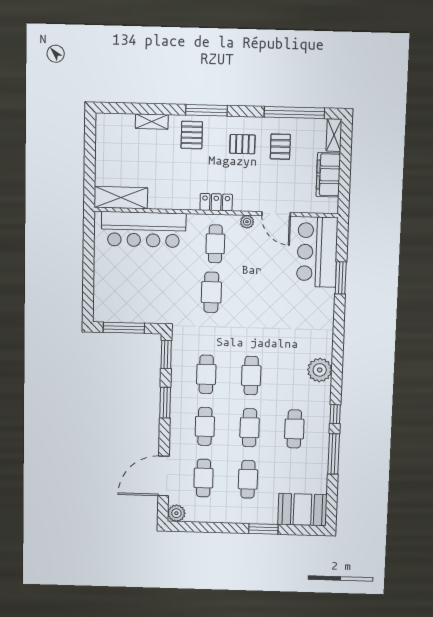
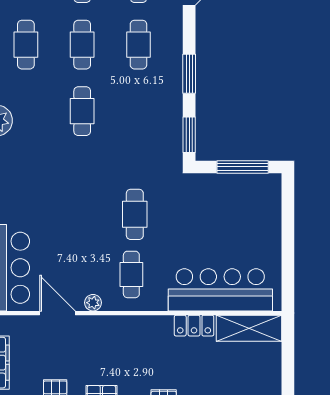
locker: (216, 202) -> (194, 326), moved
cafe table: (206, 374) -> (138, 111), removed

